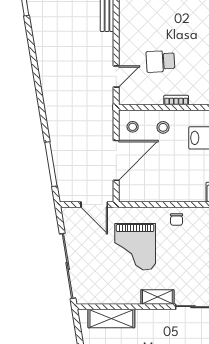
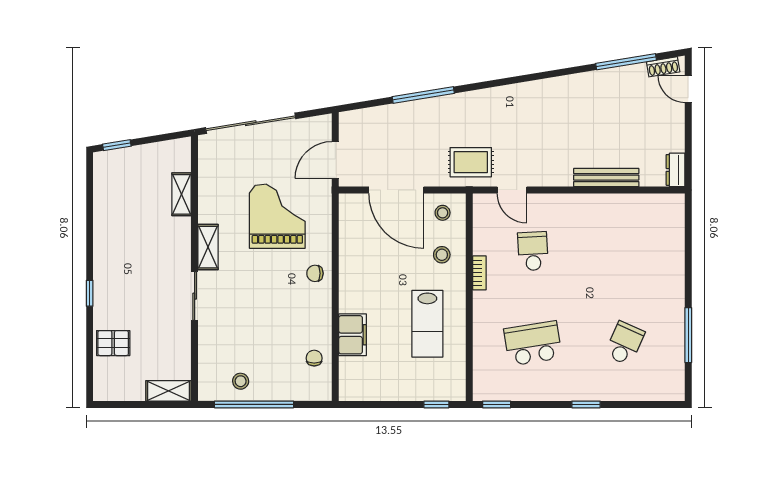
rug: (96, 106) -> (471, 162), added
window: (51, 164) -> (423, 95), moved
grand piano: (135, 247) -> (277, 216), turned 90
shelving: (111, 318) -> (182, 194), width x0.67, depth x0.75

